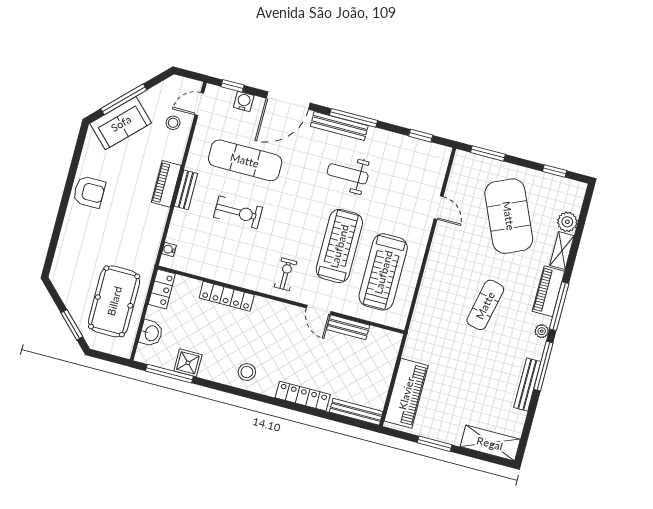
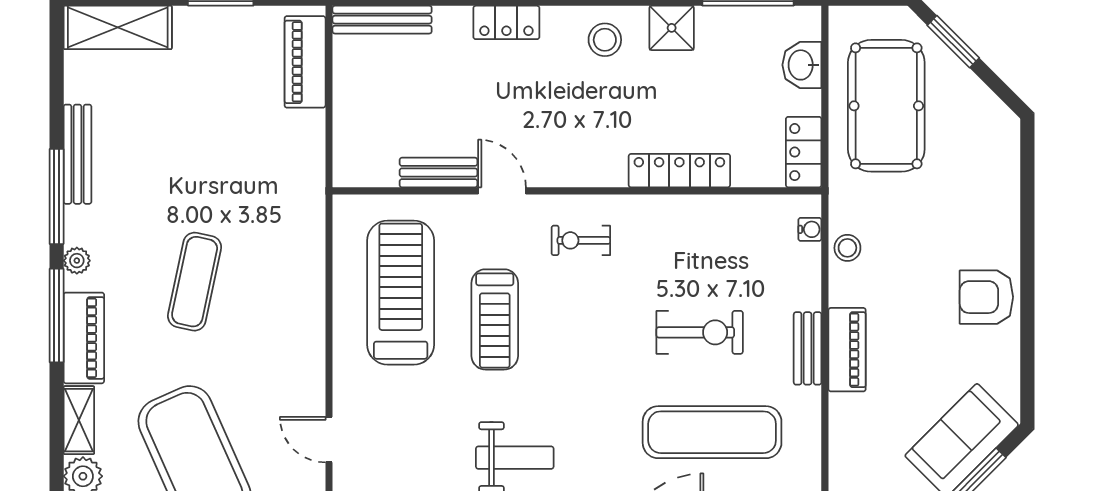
stool: (173, 123) -> (847, 248), moved
exercise bike: (238, 212) -> (700, 332), turned 180
treadmill: (339, 246) -> (495, 319), width x0.73, depth x0.73
exercise bike: (286, 274) -> (581, 240), turned 90
shower: (188, 363) -> (672, 28), moved
piano: (406, 393) -> (305, 62), width x0.73, depth x0.75
locker: (303, 396) -> (506, 22), width x0.66

